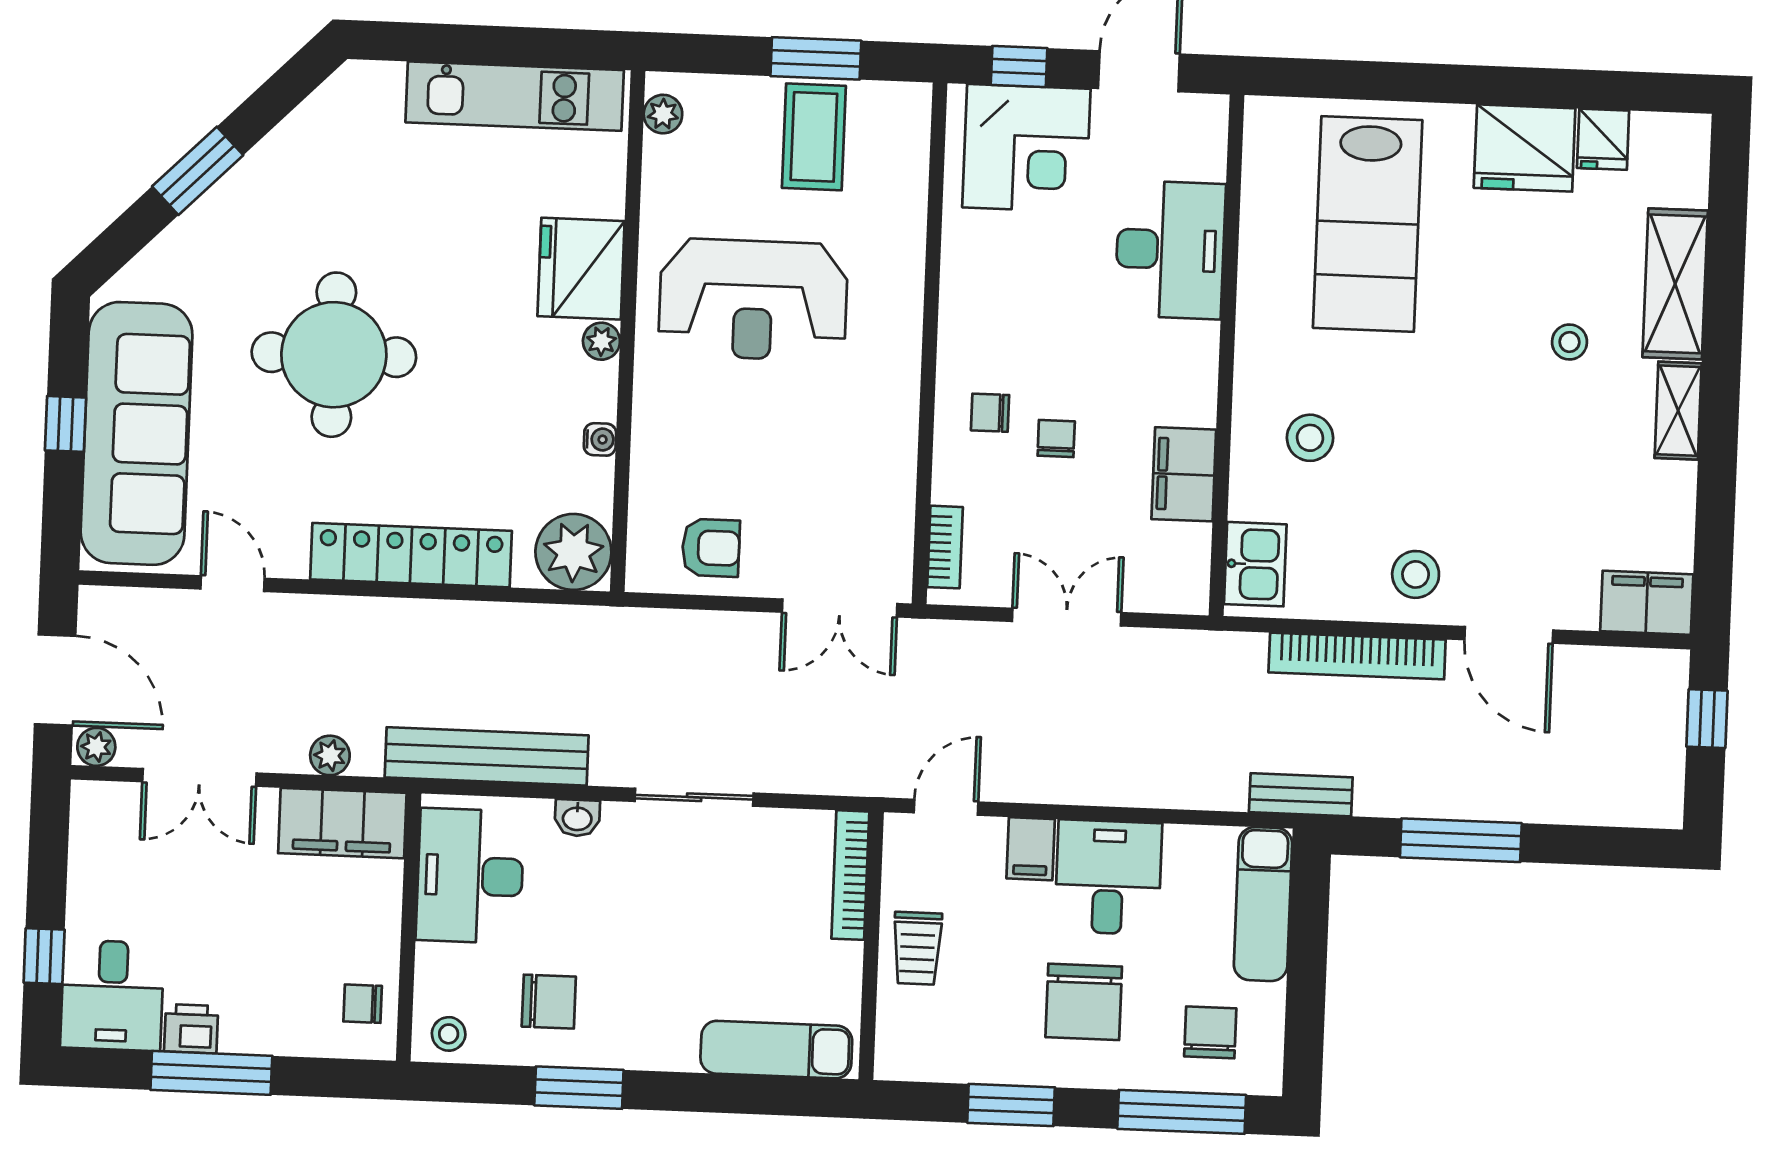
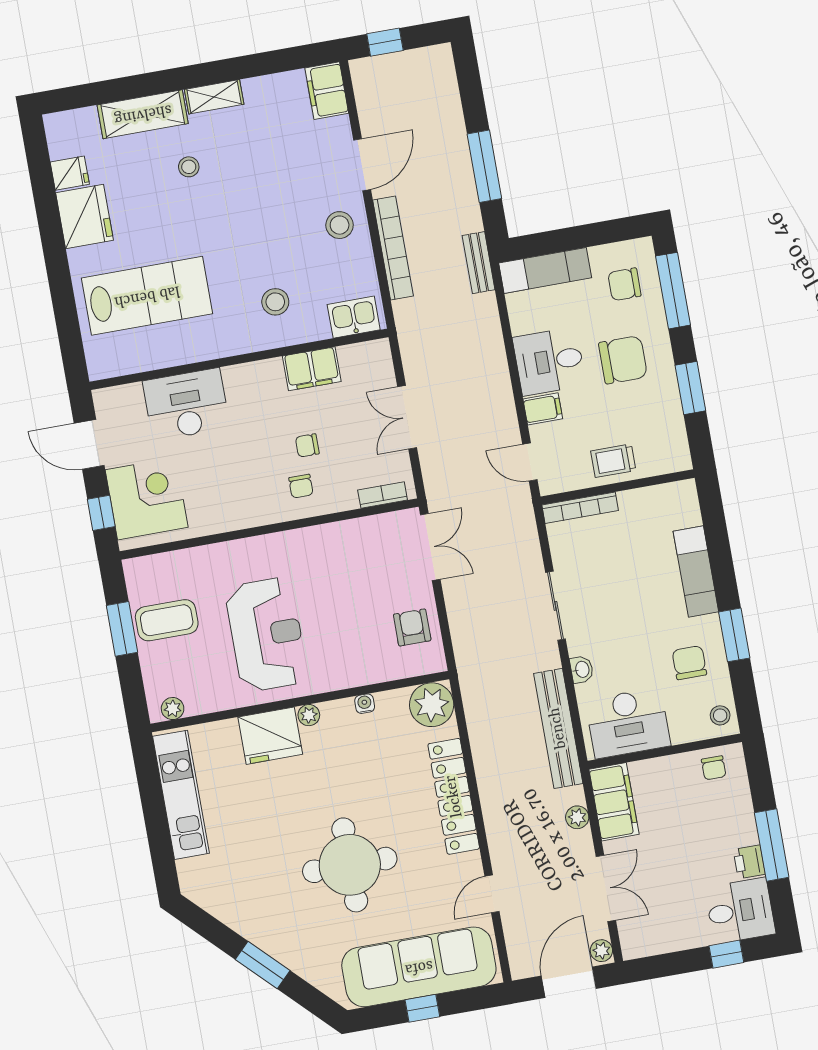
trolley: (917, 948) -> (613, 461), turned 180
exam couch: (776, 1050) -> (696, 572), moved

